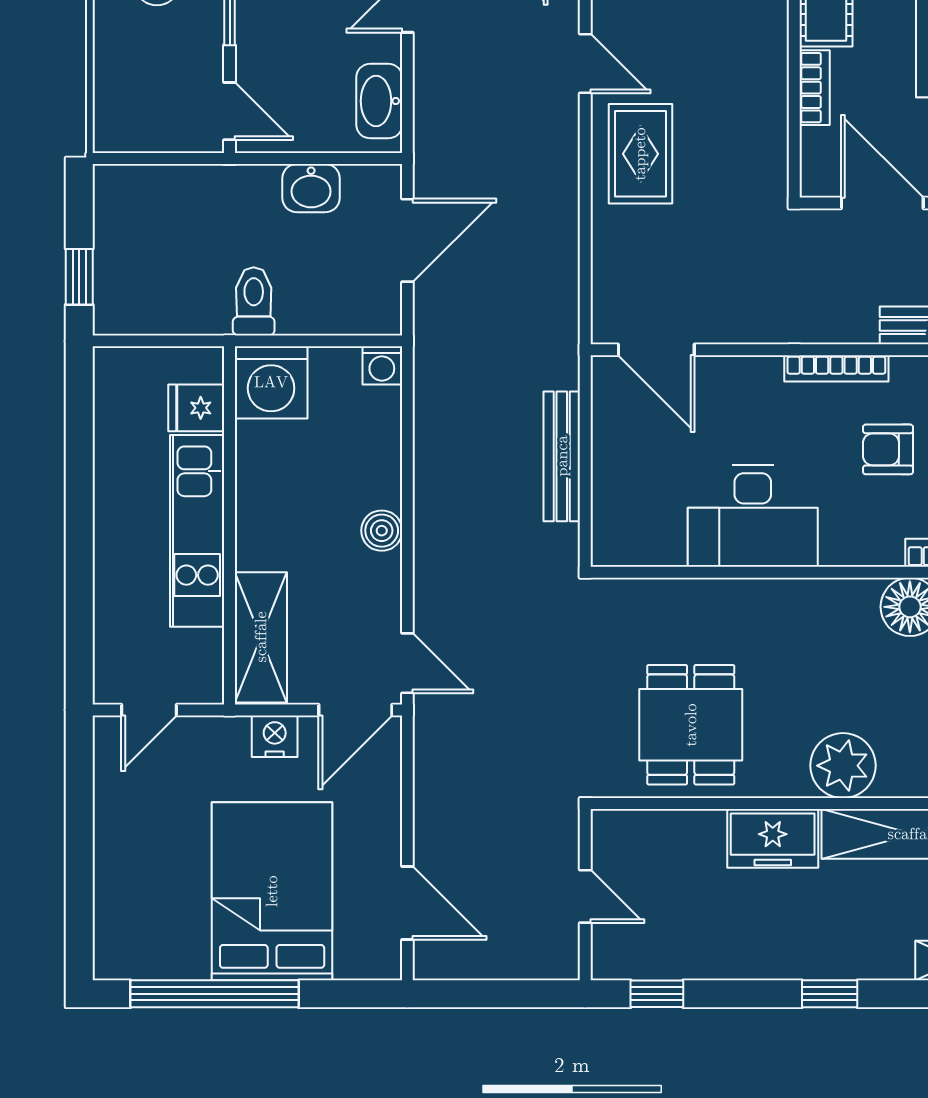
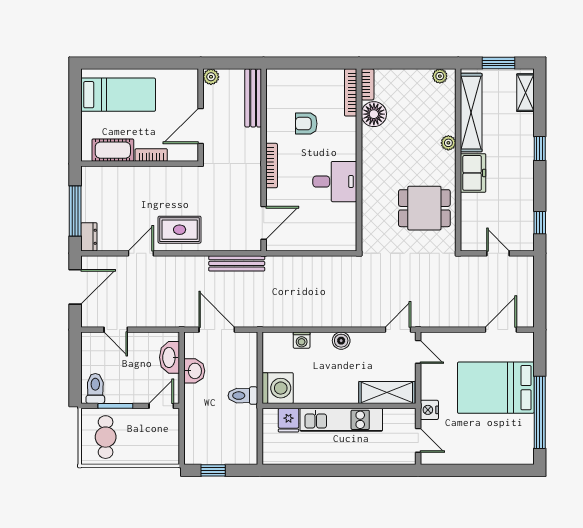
washbasin: (379, 101) -> (170, 357), moved, turned 90
window: (79, 277) -> (213, 470), moved
washing machine: (382, 365) -> (302, 340), moved, turned 90
bookcase: (836, 368) -> (272, 166), moved
armchair: (888, 449) -> (306, 124), turned 90
bench: (562, 456) -> (237, 263), moved
desk: (753, 516) -> (335, 182), width x0.73
door: (355, 710) -> (418, 352), width x0.73
nightstand: (275, 736) -> (429, 410), moved
plant: (843, 766) -> (448, 143), width x0.53, depth x0.53
door: (585, 896) -> (498, 253), hinge flipped

